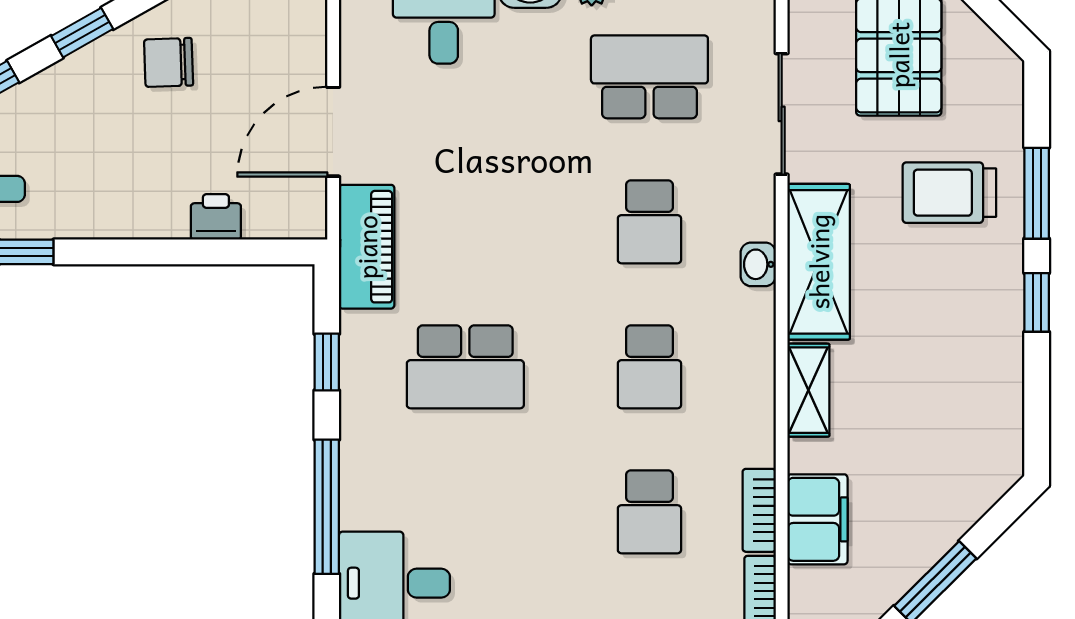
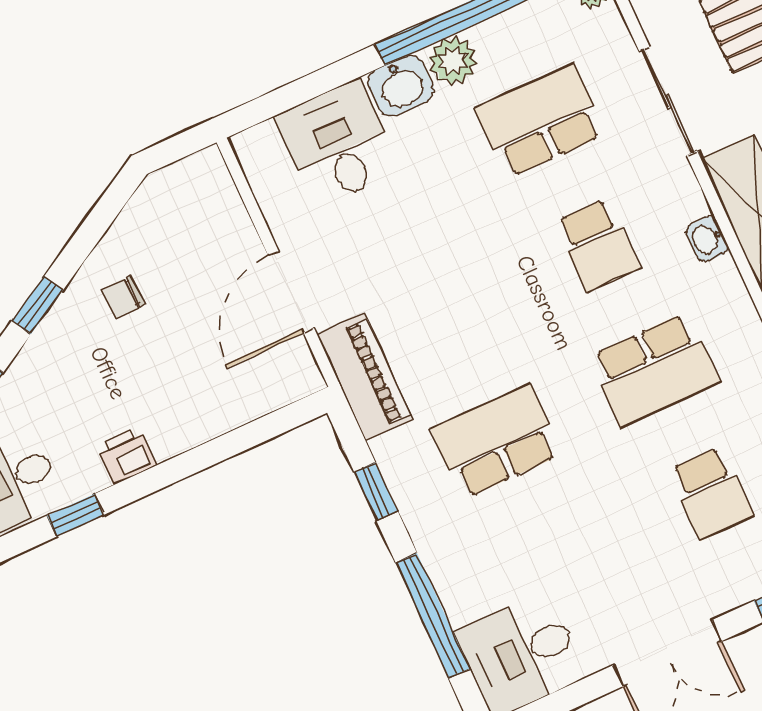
chair: (169, 62) -> (123, 297), width x0.73, depth x0.73
printer: (216, 217) -> (126, 456), moved
school desk: (465, 367) -> (496, 441), turned 180
school desk: (649, 367) -> (654, 369), width x1.85

